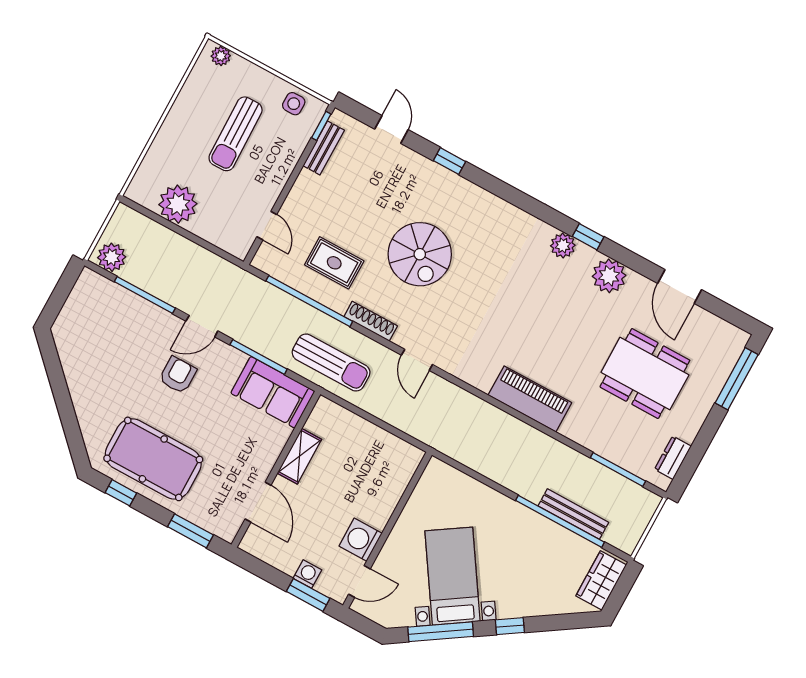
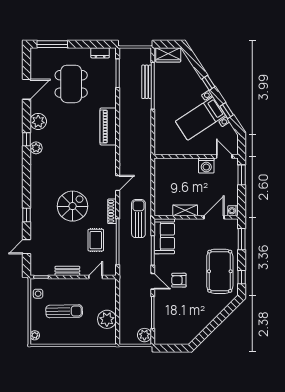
bench: (324, 148) -> (67, 271), moved
washing machine: (307, 574) -> (233, 211), moved
window: (441, 632) -> (227, 111), width x0.46

